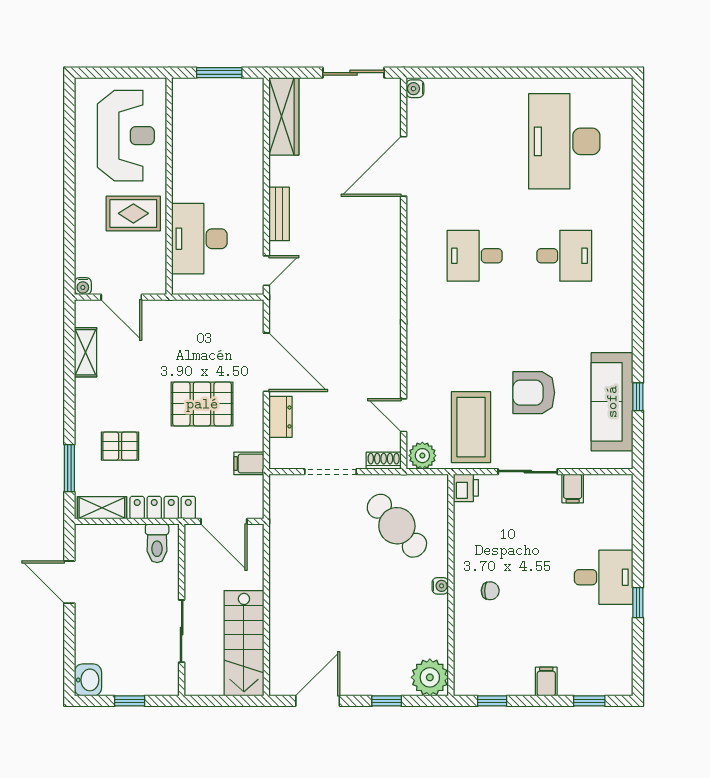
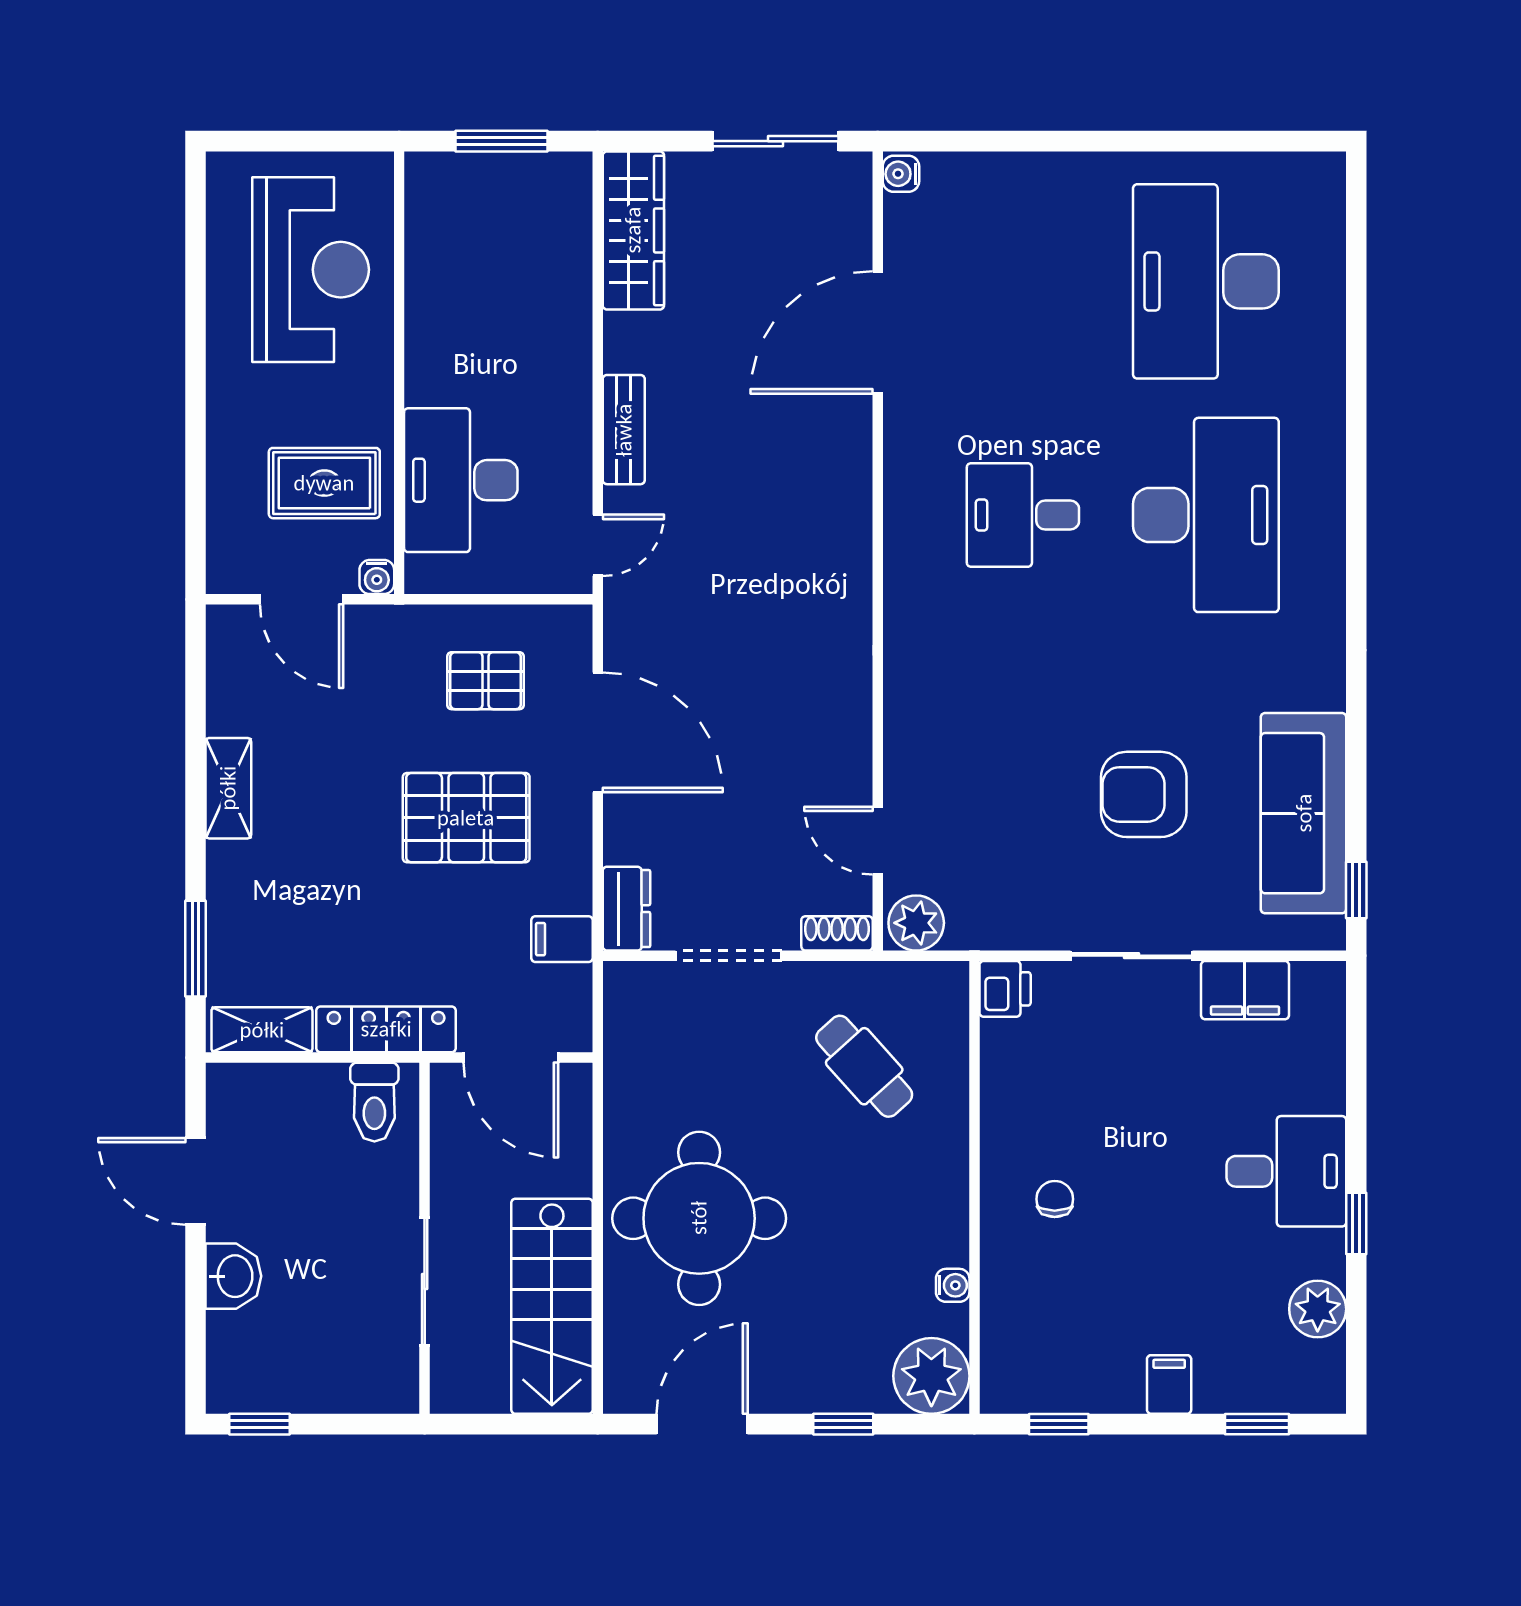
rug: (133, 213) -> (324, 483), moved
desk: (564, 256) -> (1206, 515), width x1.87, depth x1.30
water cooler: (83, 286) -> (377, 577), moved
shelving: (86, 352) -> (228, 788), moved
window: (638, 397) -> (1356, 890), moved
dresser: (280, 417) -> (626, 909), moved
coffee table: (471, 427) -> (1015, 865), removed
pallet: (120, 446) -> (486, 681), moved
filing cabinet: (573, 488) -> (1245, 990), width x2.00
cafe table: (397, 526) -> (864, 1066), width x0.73, depth x0.74
water cooler: (440, 586) -> (953, 1285), moved
chair: (490, 591) -> (1055, 1199), turned -91
round table: (316, 600) -> (699, 1218), added
plant: (619, 645) -> (1318, 1309), added
washbasin: (88, 680) -> (233, 1276), moved
window: (130, 701) -> (259, 1424), moved

